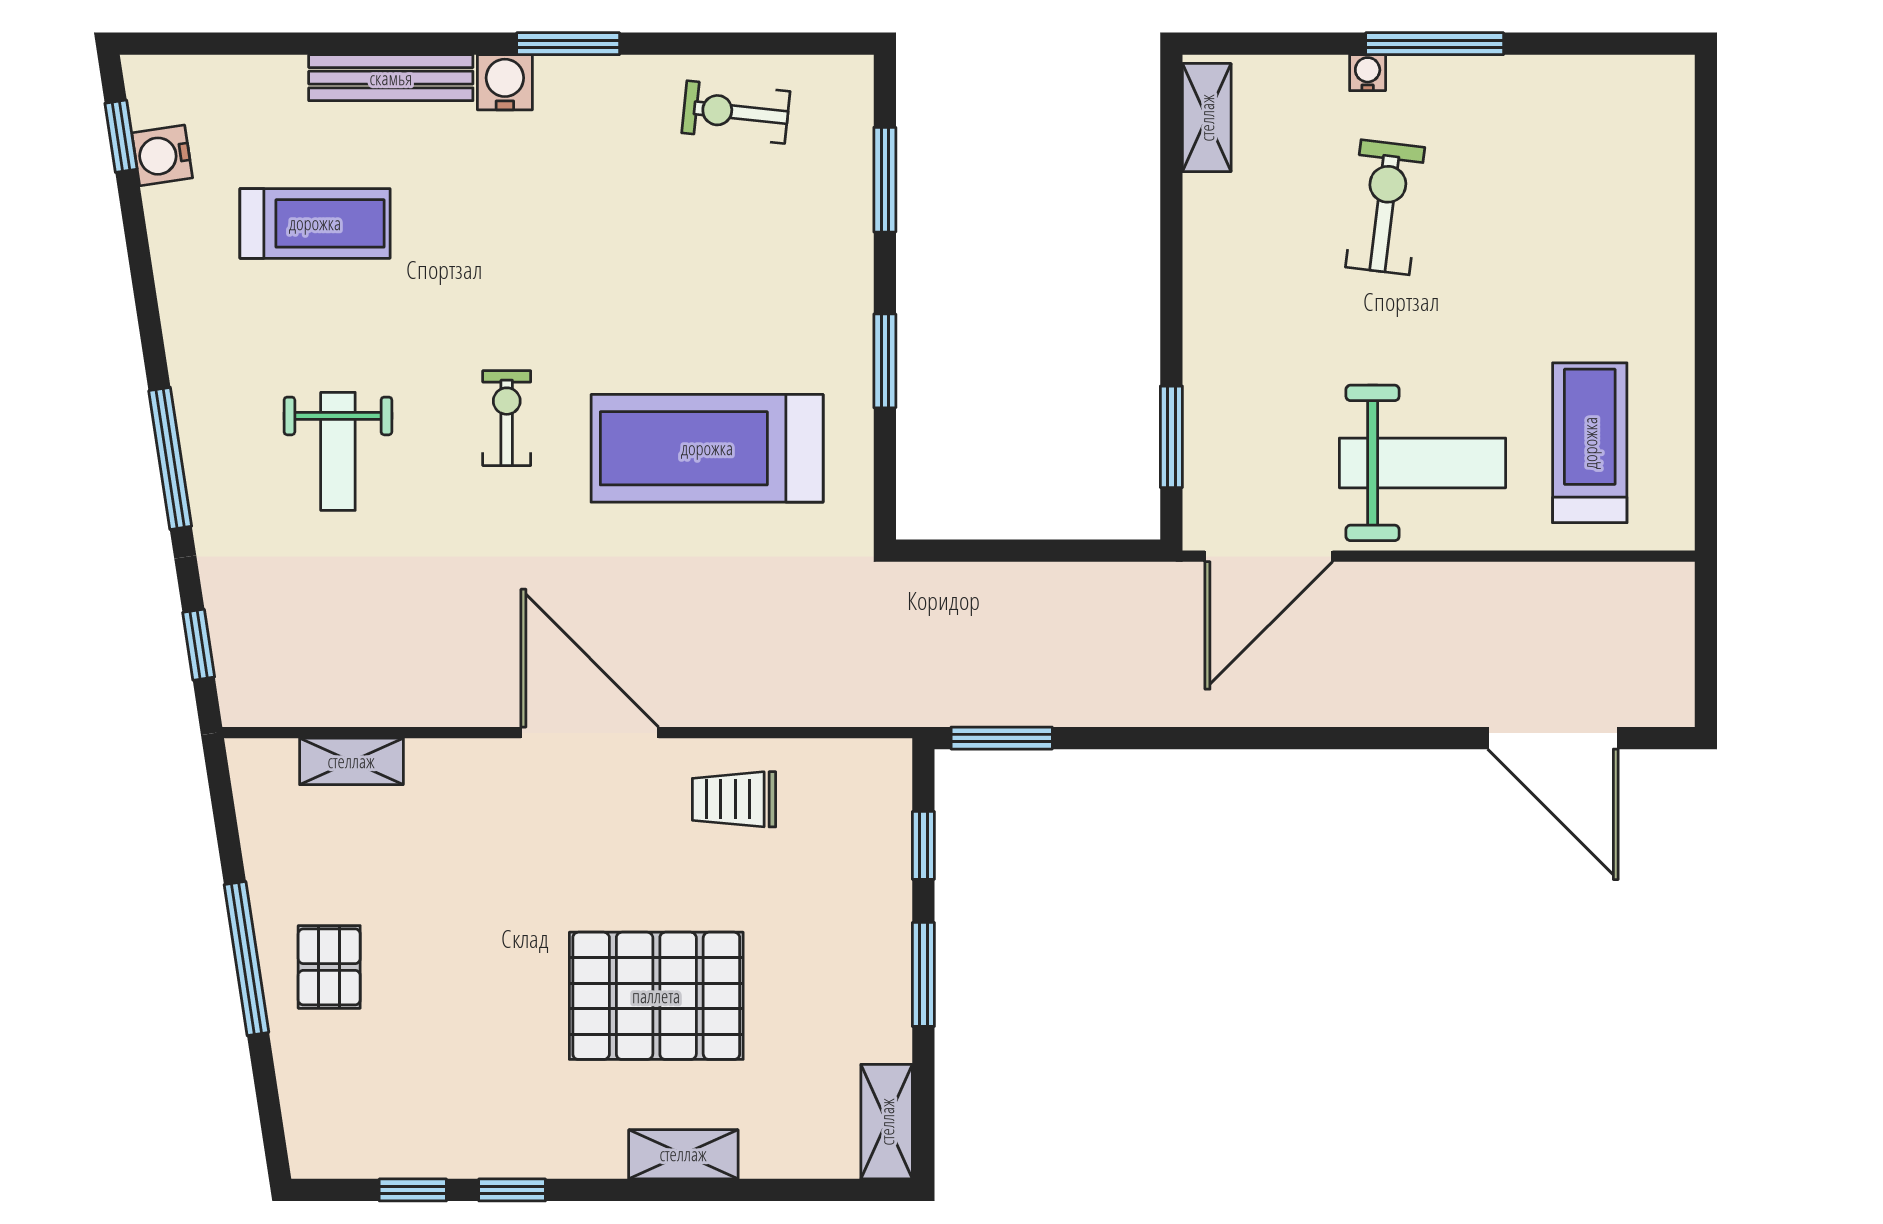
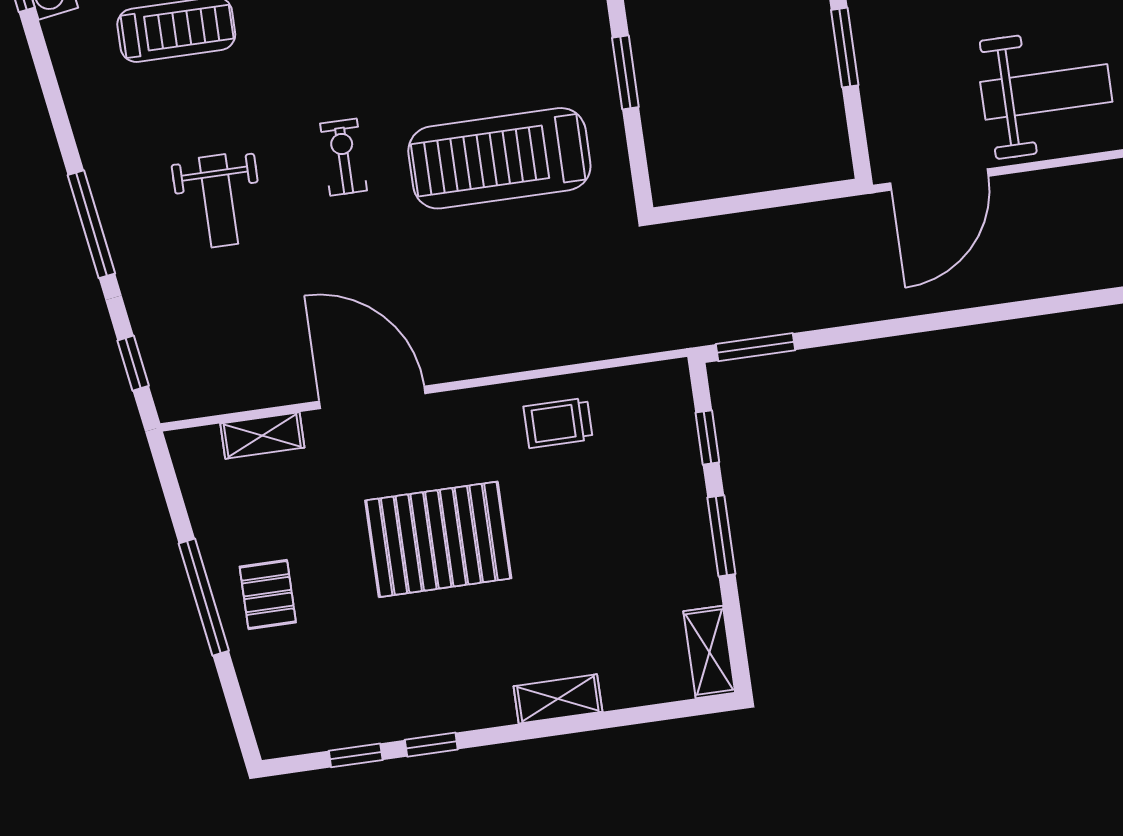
window: (1171, 437) -> (845, 48), moved
door: (590, 733) -> (372, 397), moved
pallet: (656, 996) -> (438, 539), moved

